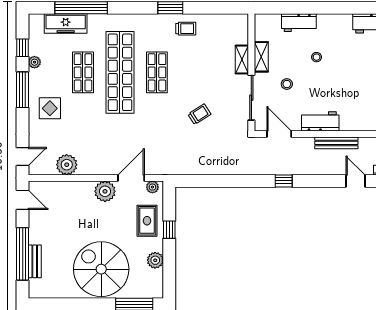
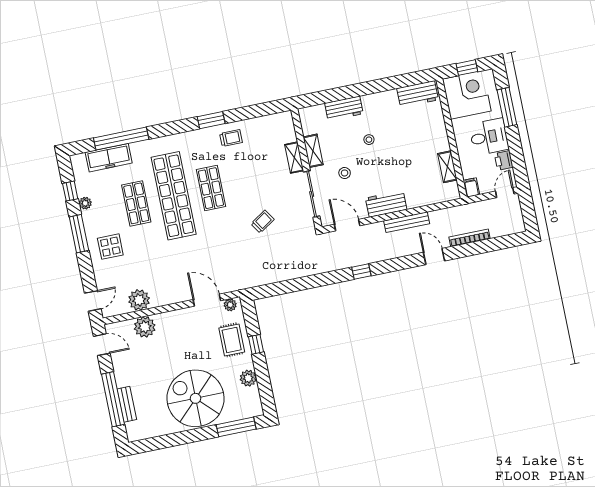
door: (131, 178) -> (207, 300), hinge flipped
plant: (105, 191) -> (145, 327), moved

